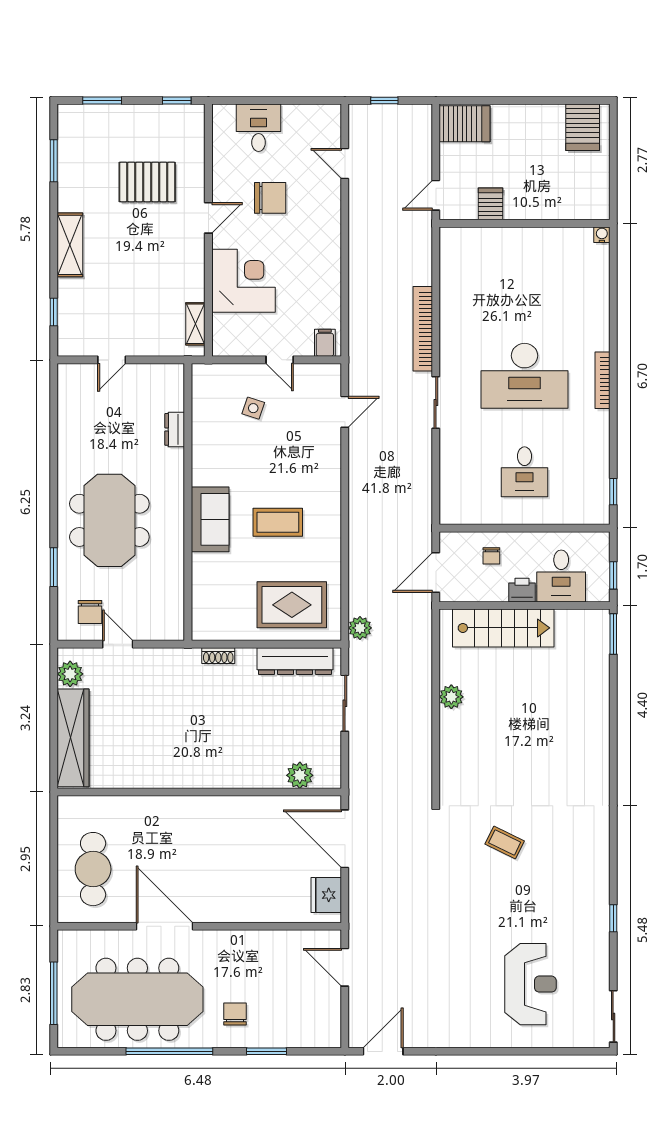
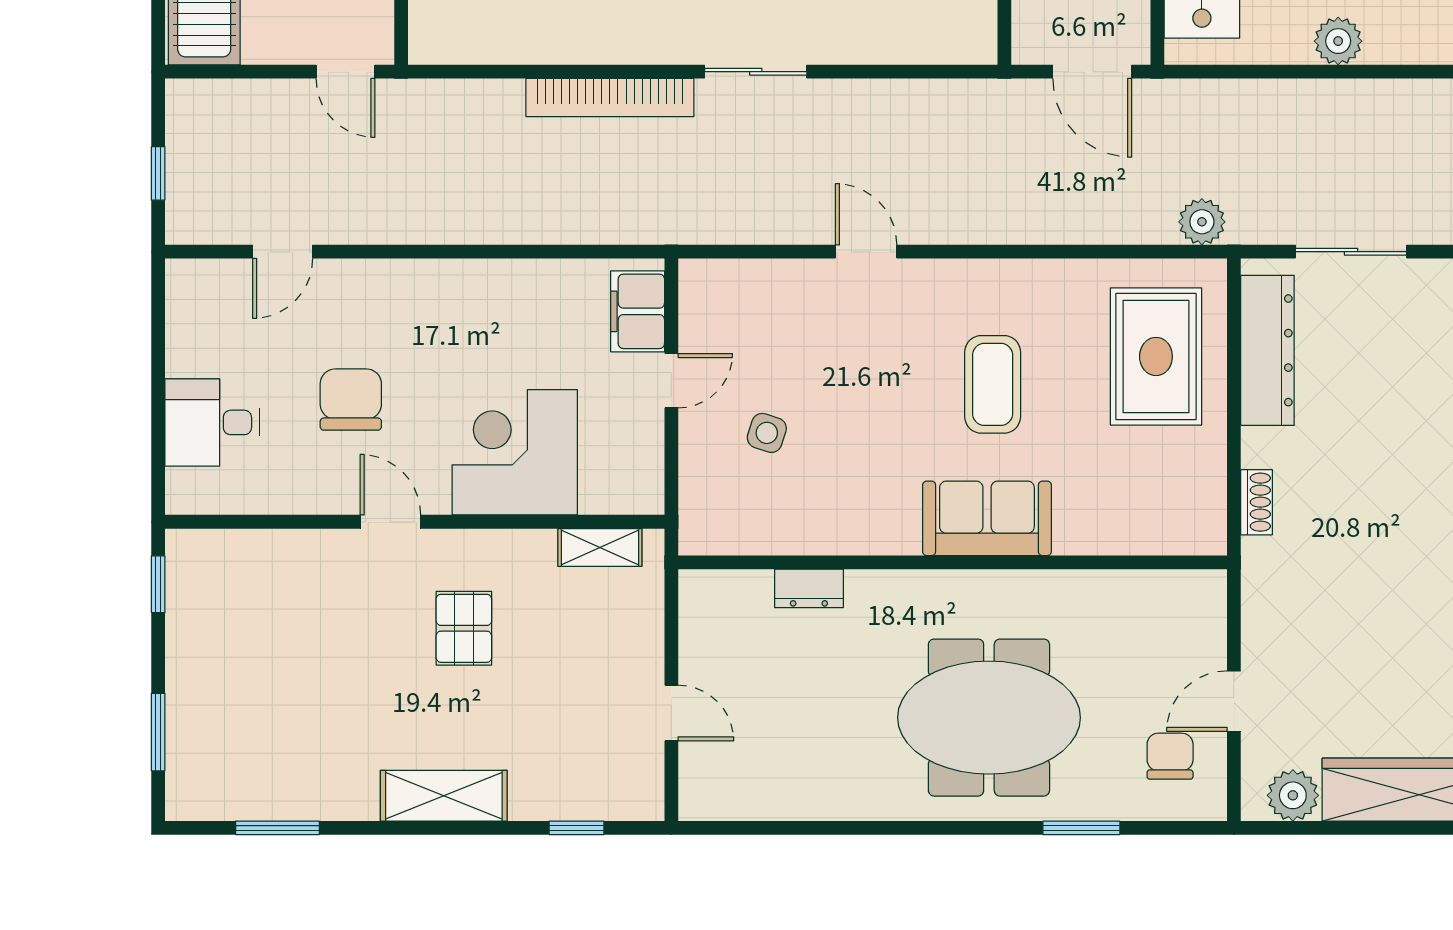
pallet: (147, 182) -> (464, 628), moved, width x0.67, depth x0.71
filing cabinet: (325, 343) -> (638, 311), width x2.00
door: (345, 412) -> (866, 252), moved
chair: (90, 612) -> (1170, 756), turned -90

